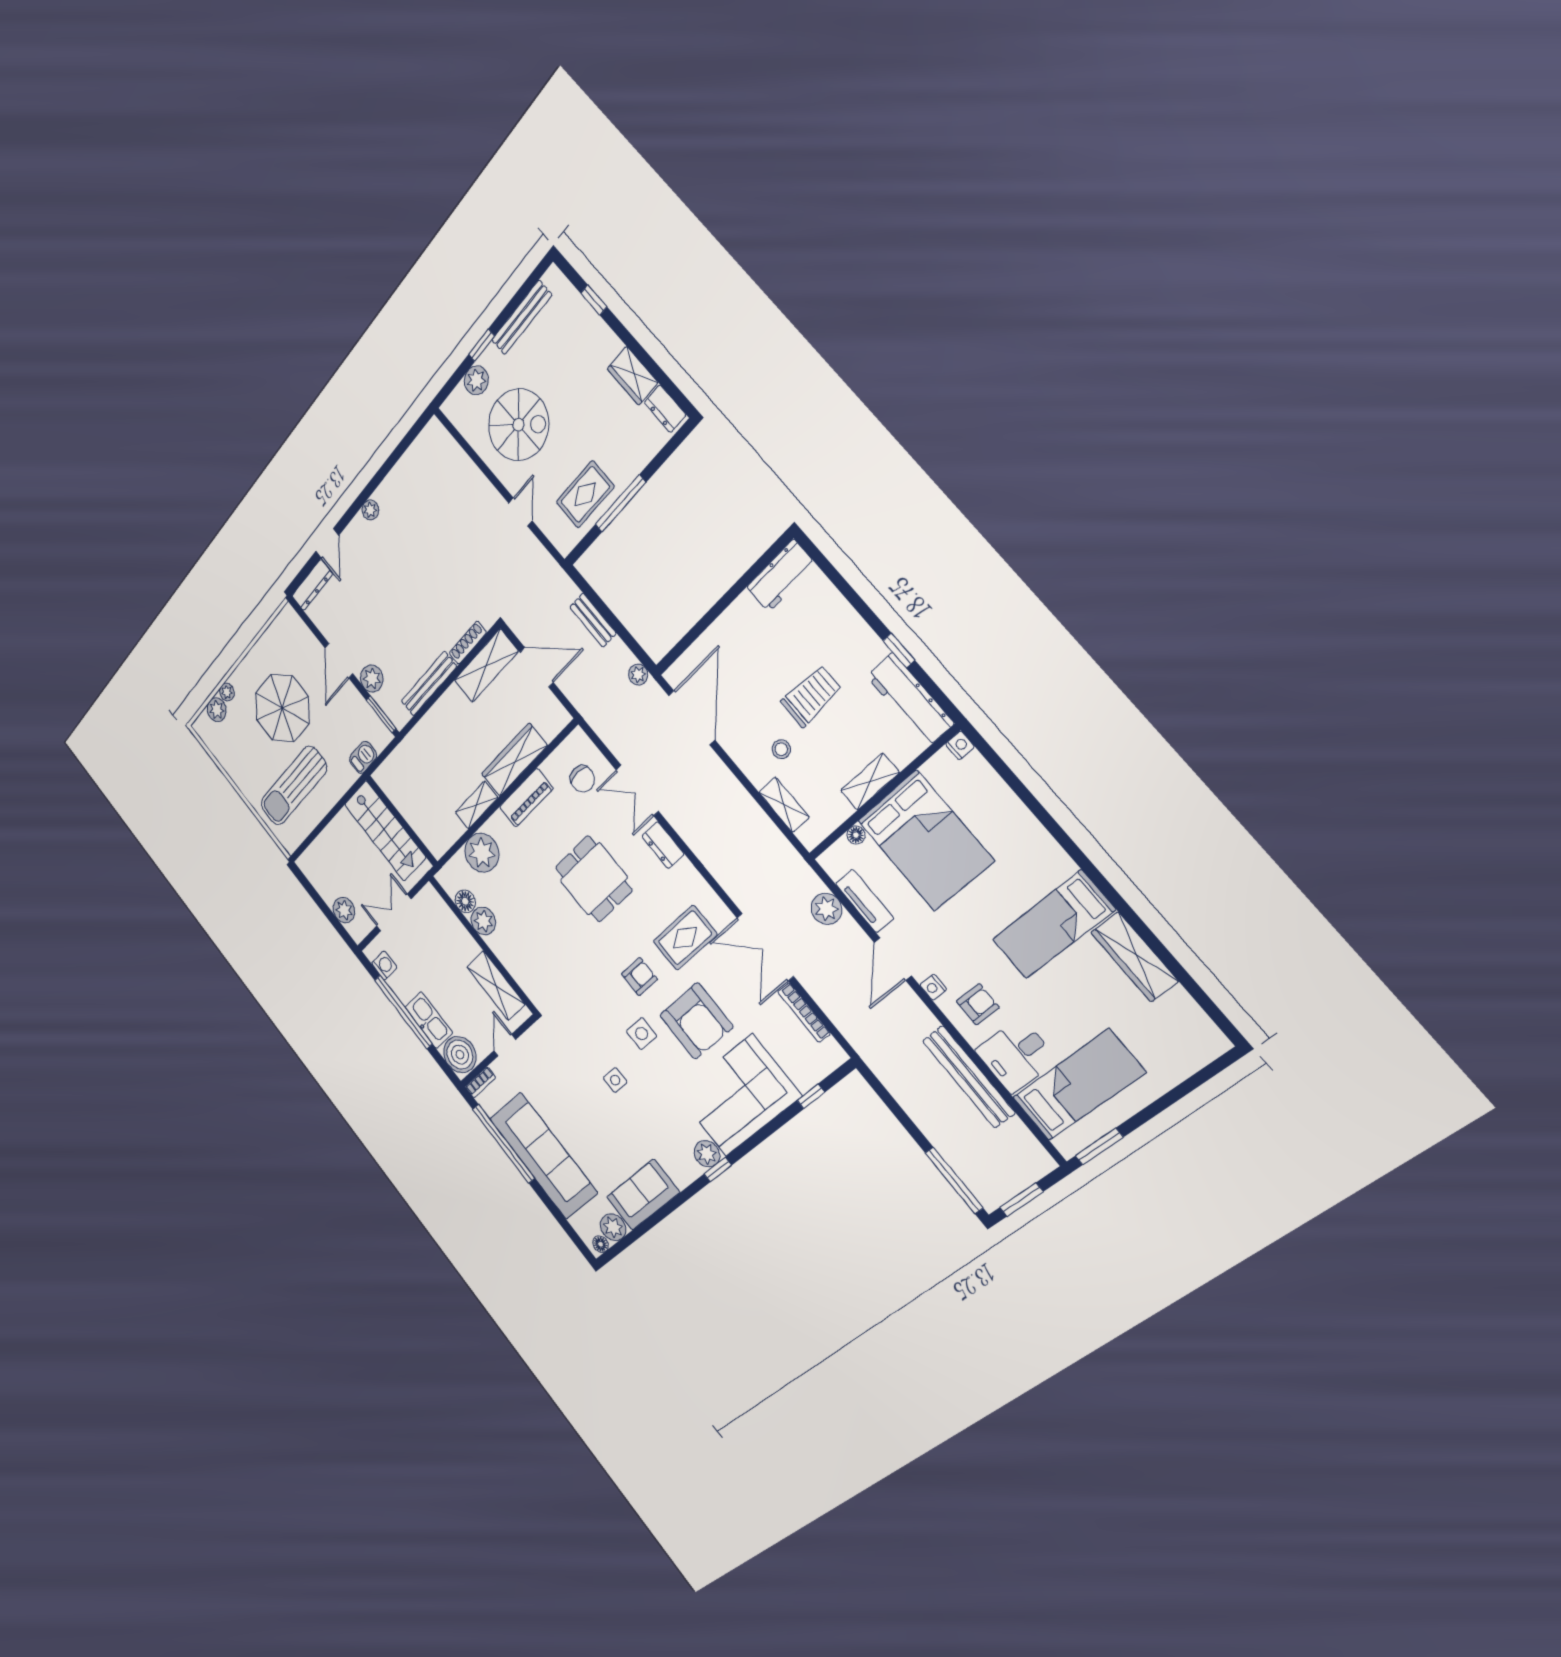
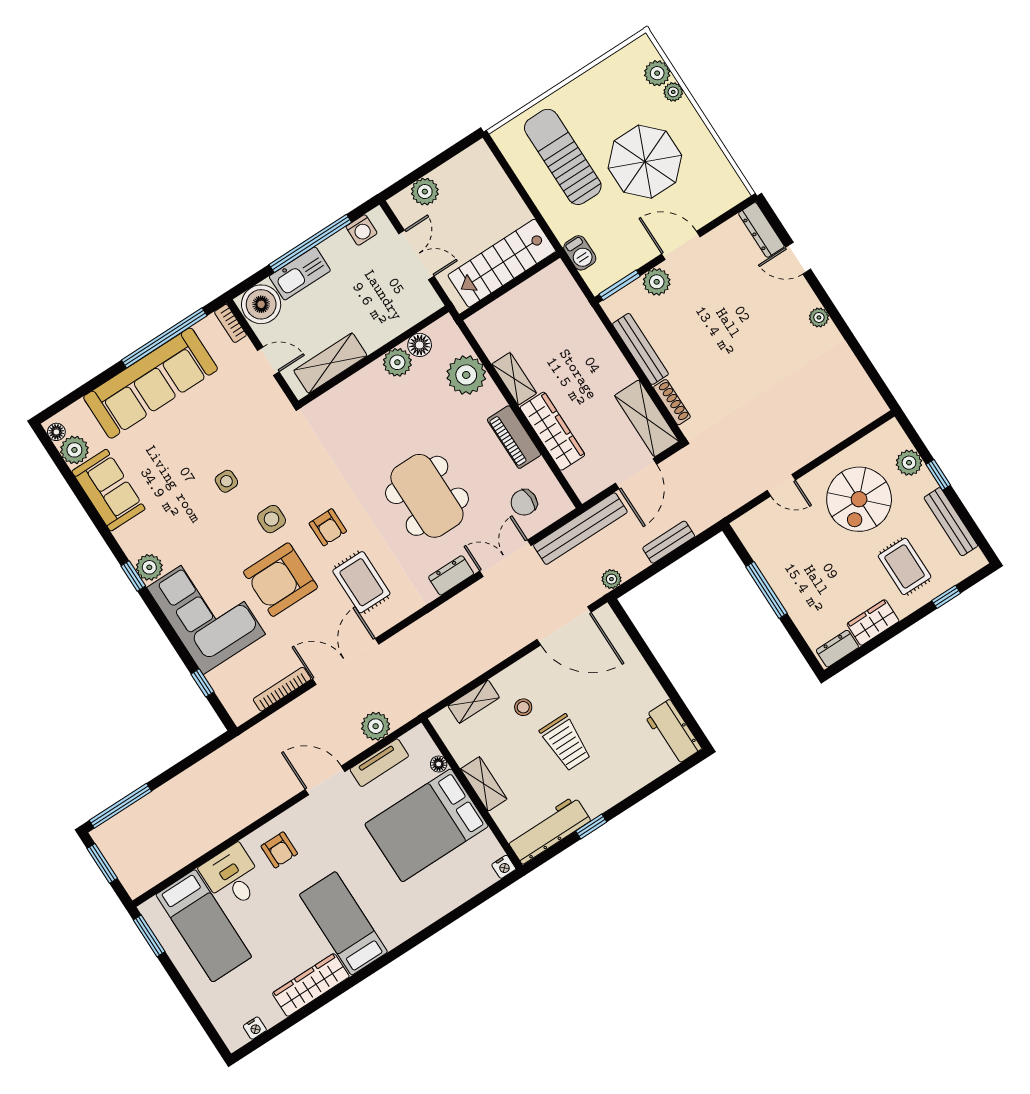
rug: (585, 494) -> (905, 566), moved
dining table: (594, 879) -> (427, 496), width x1.38
nightstand: (933, 987) -> (255, 1028), moved, turned 180
bench: (969, 1077) -> (580, 529), moved

